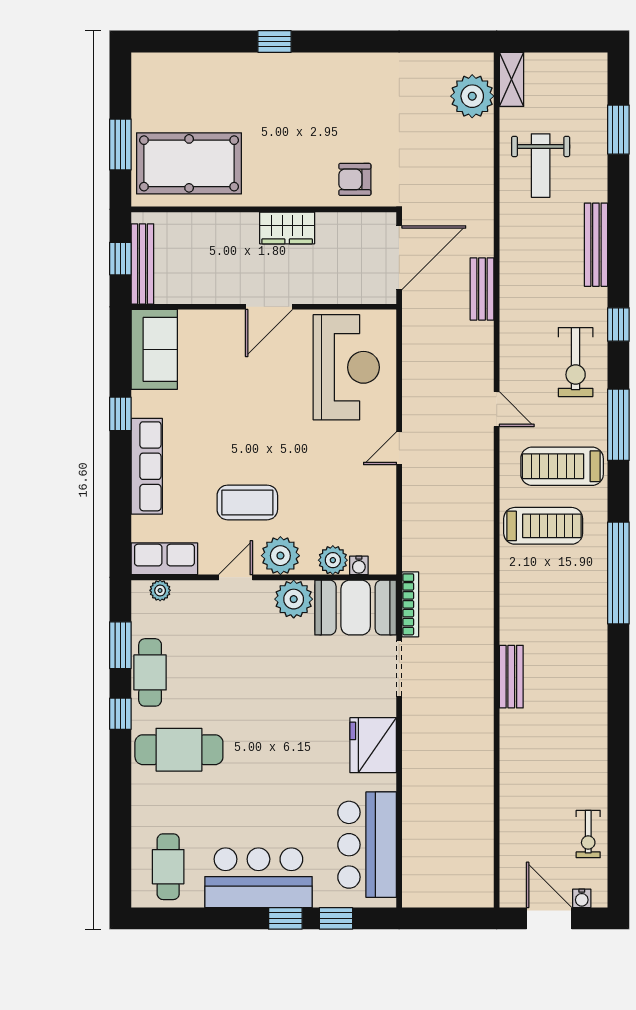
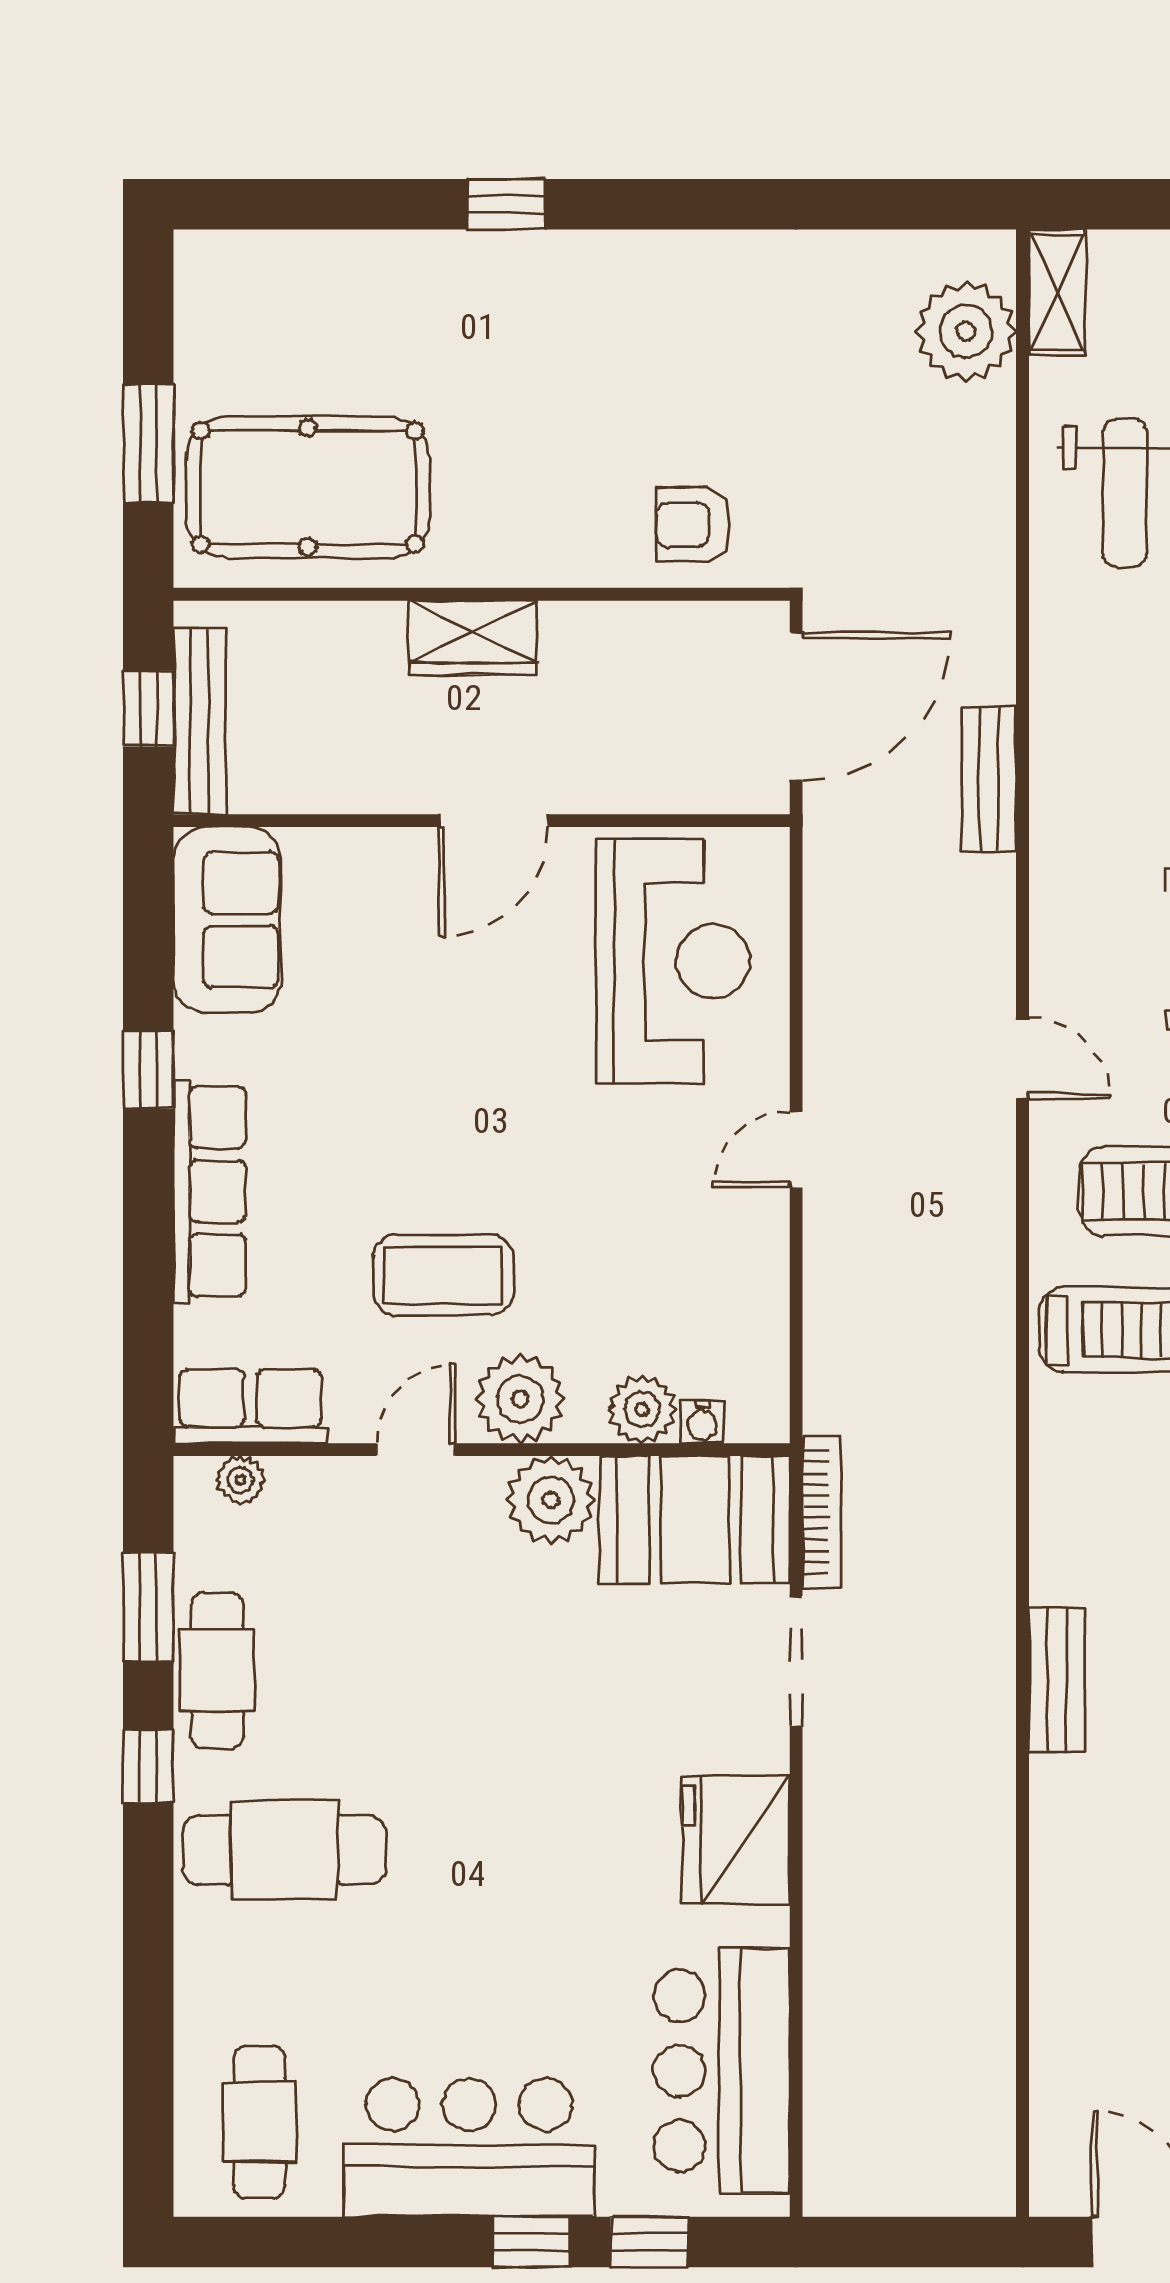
wardrobe: (287, 228) -> (473, 637), moved

